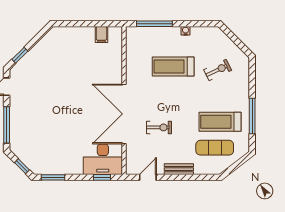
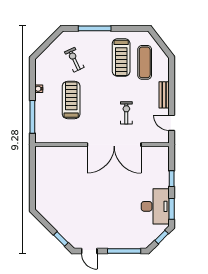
filing cabinet: (101, 35) -> (42, 165), removed
treadmill: (173, 67) -> (71, 100), turned 180
window: (252, 116) -> (95, 28), moved
desk: (103, 159) -> (155, 206), moved
window: (102, 177) -> (172, 179), moved

